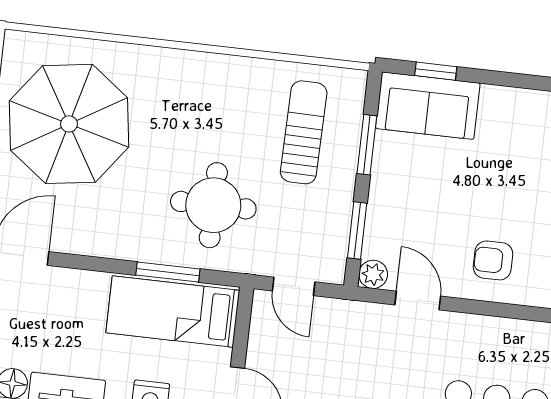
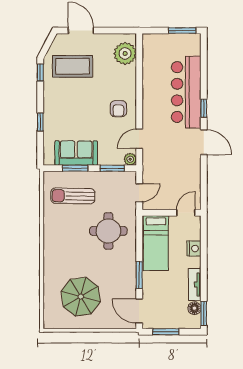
window: (436, 71) -> (40, 122), moved
sofa: (428, 106) -> (76, 153), moved, turned -90
parasol: (69, 124) -> (81, 297), width x0.73, depth x0.73
window: (168, 272) -> (139, 275), moved

